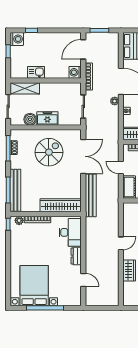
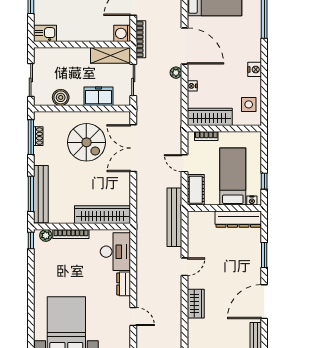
kitchen sink: (36, 72) -> (45, 33), moved
shelving: (25, 88) -> (111, 55), moved
freezer: (47, 118) -> (98, 96), moved
spiral stairs: (49, 152) -> (86, 142), turned 90
double door: (83, 156) -> (133, 148), swing flipped
bench: (91, 195) -> (174, 217), moved

